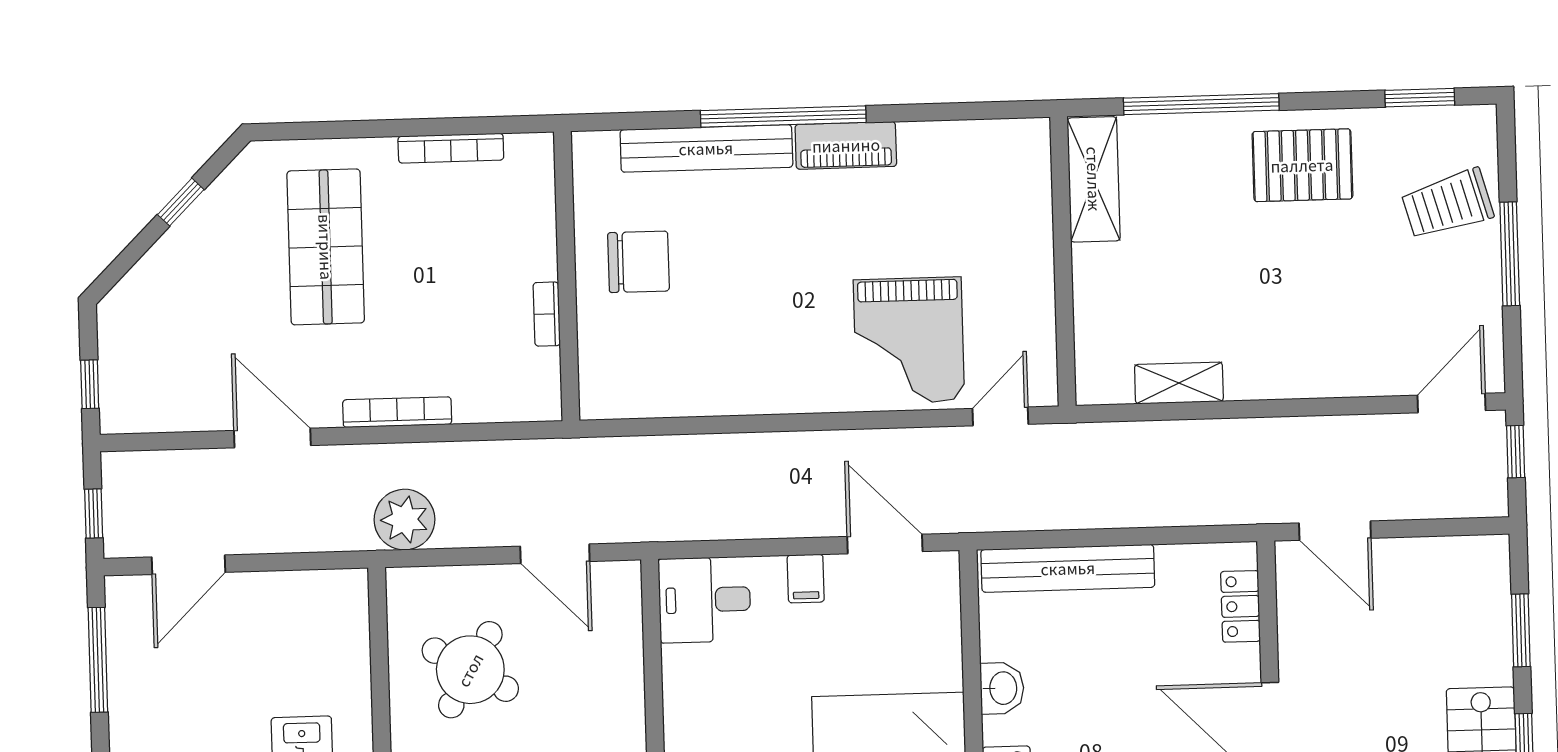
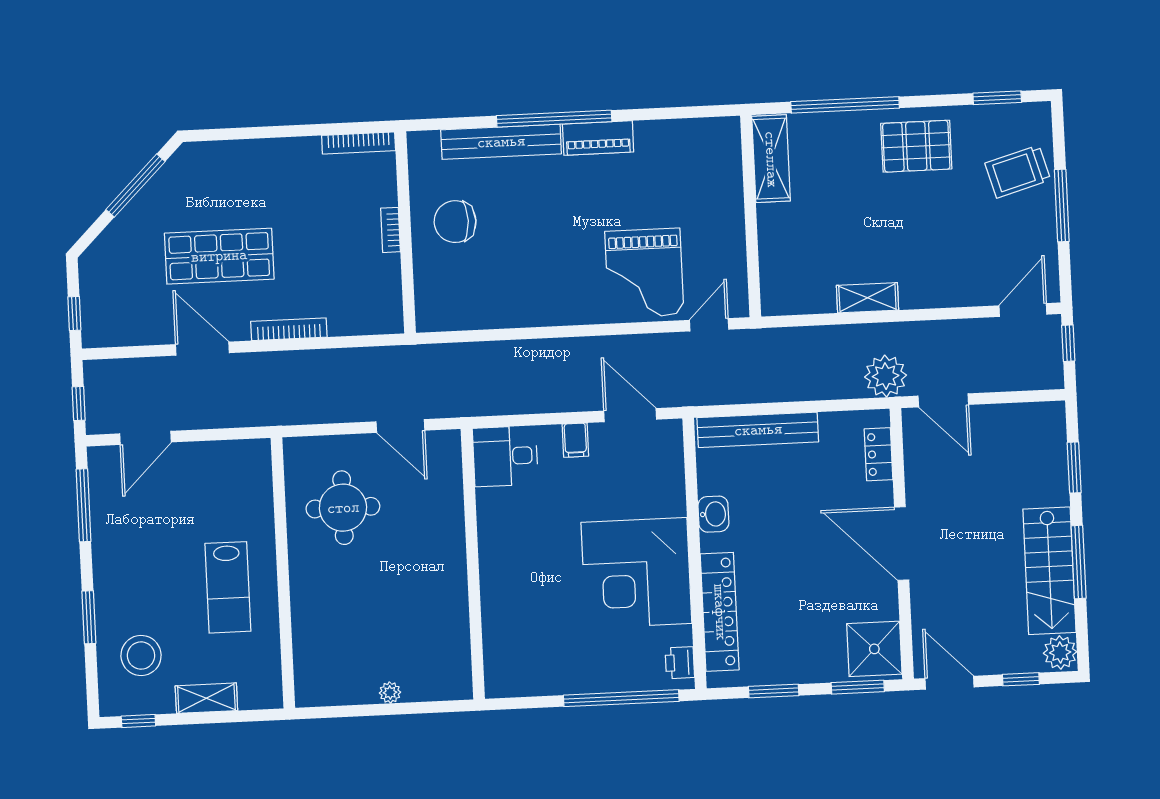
bookcase: (451, 148) -> (359, 143), moved
window: (181, 202) -> (136, 186), width x2.17
shop shelf: (326, 247) -> (219, 256), moved, turned 90
chair: (639, 262) -> (455, 222), turned 180
bookcase: (547, 314) -> (390, 230), moved
shelving: (1179, 383) -> (867, 298), moved
plant: (405, 520) -> (886, 376), moved
round table: (470, 670) -> (343, 508), turned -30

